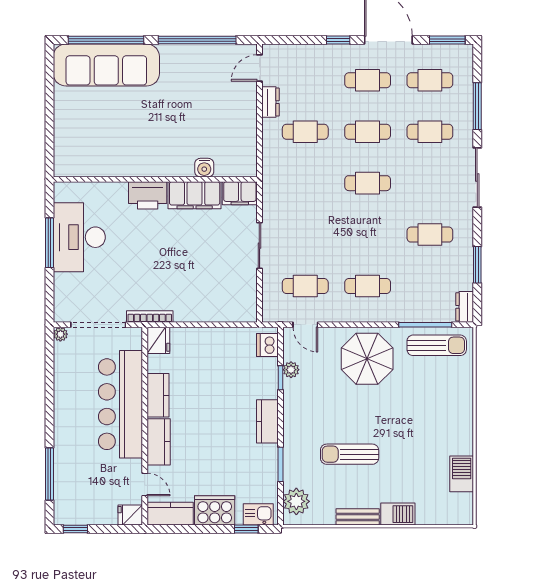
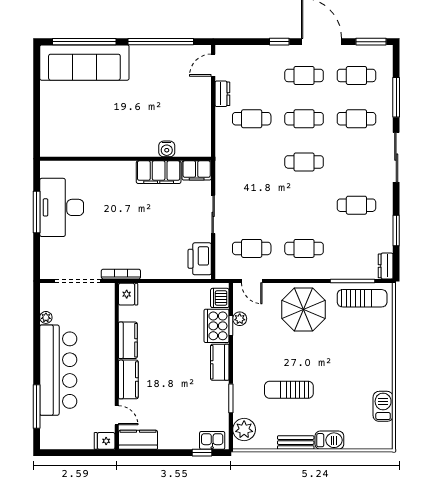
printer: (148, 195) -> (200, 259), moved, turned 90
plant: (60, 334) -> (46, 317), moved
bar counter: (120, 404) -> (58, 370), moved, turned 180
cooker: (215, 510) -> (216, 326), moved, turned -90
window: (75, 529) -> (58, 453), removed

